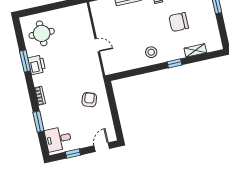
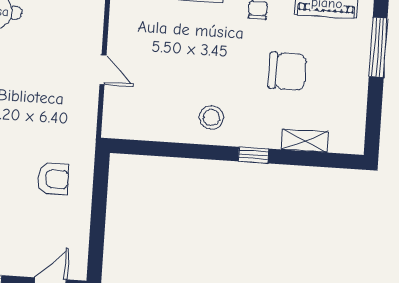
chair: (179, 22) -> (287, 71), turned 180
armchair: (89, 100) -> (53, 179), turned 71

